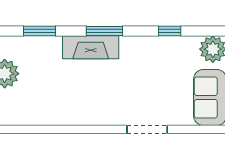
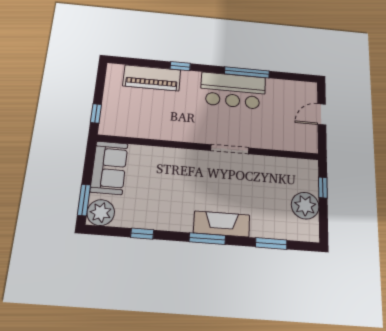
doorway: (147, 129) -> (230, 149), moved

